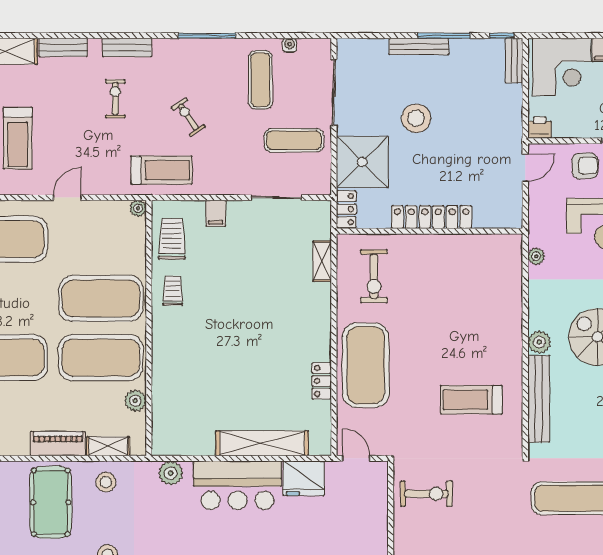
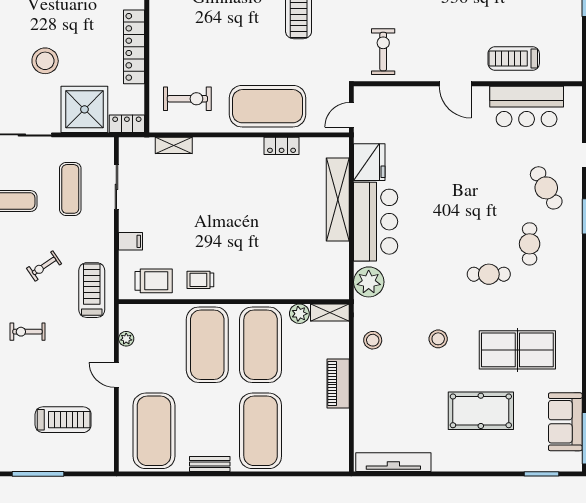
exercise mat: (294, 140) -> (70, 189), moved
plant: (138, 208) -> (126, 339), moved
trolley: (172, 239) -> (154, 281), turned 180
shelving: (108, 446) -> (330, 312), moved, turned 90
plant: (171, 473) -> (369, 282), width x1.36, depth x1.36
pool table: (51, 502) -> (391, 390), removed

